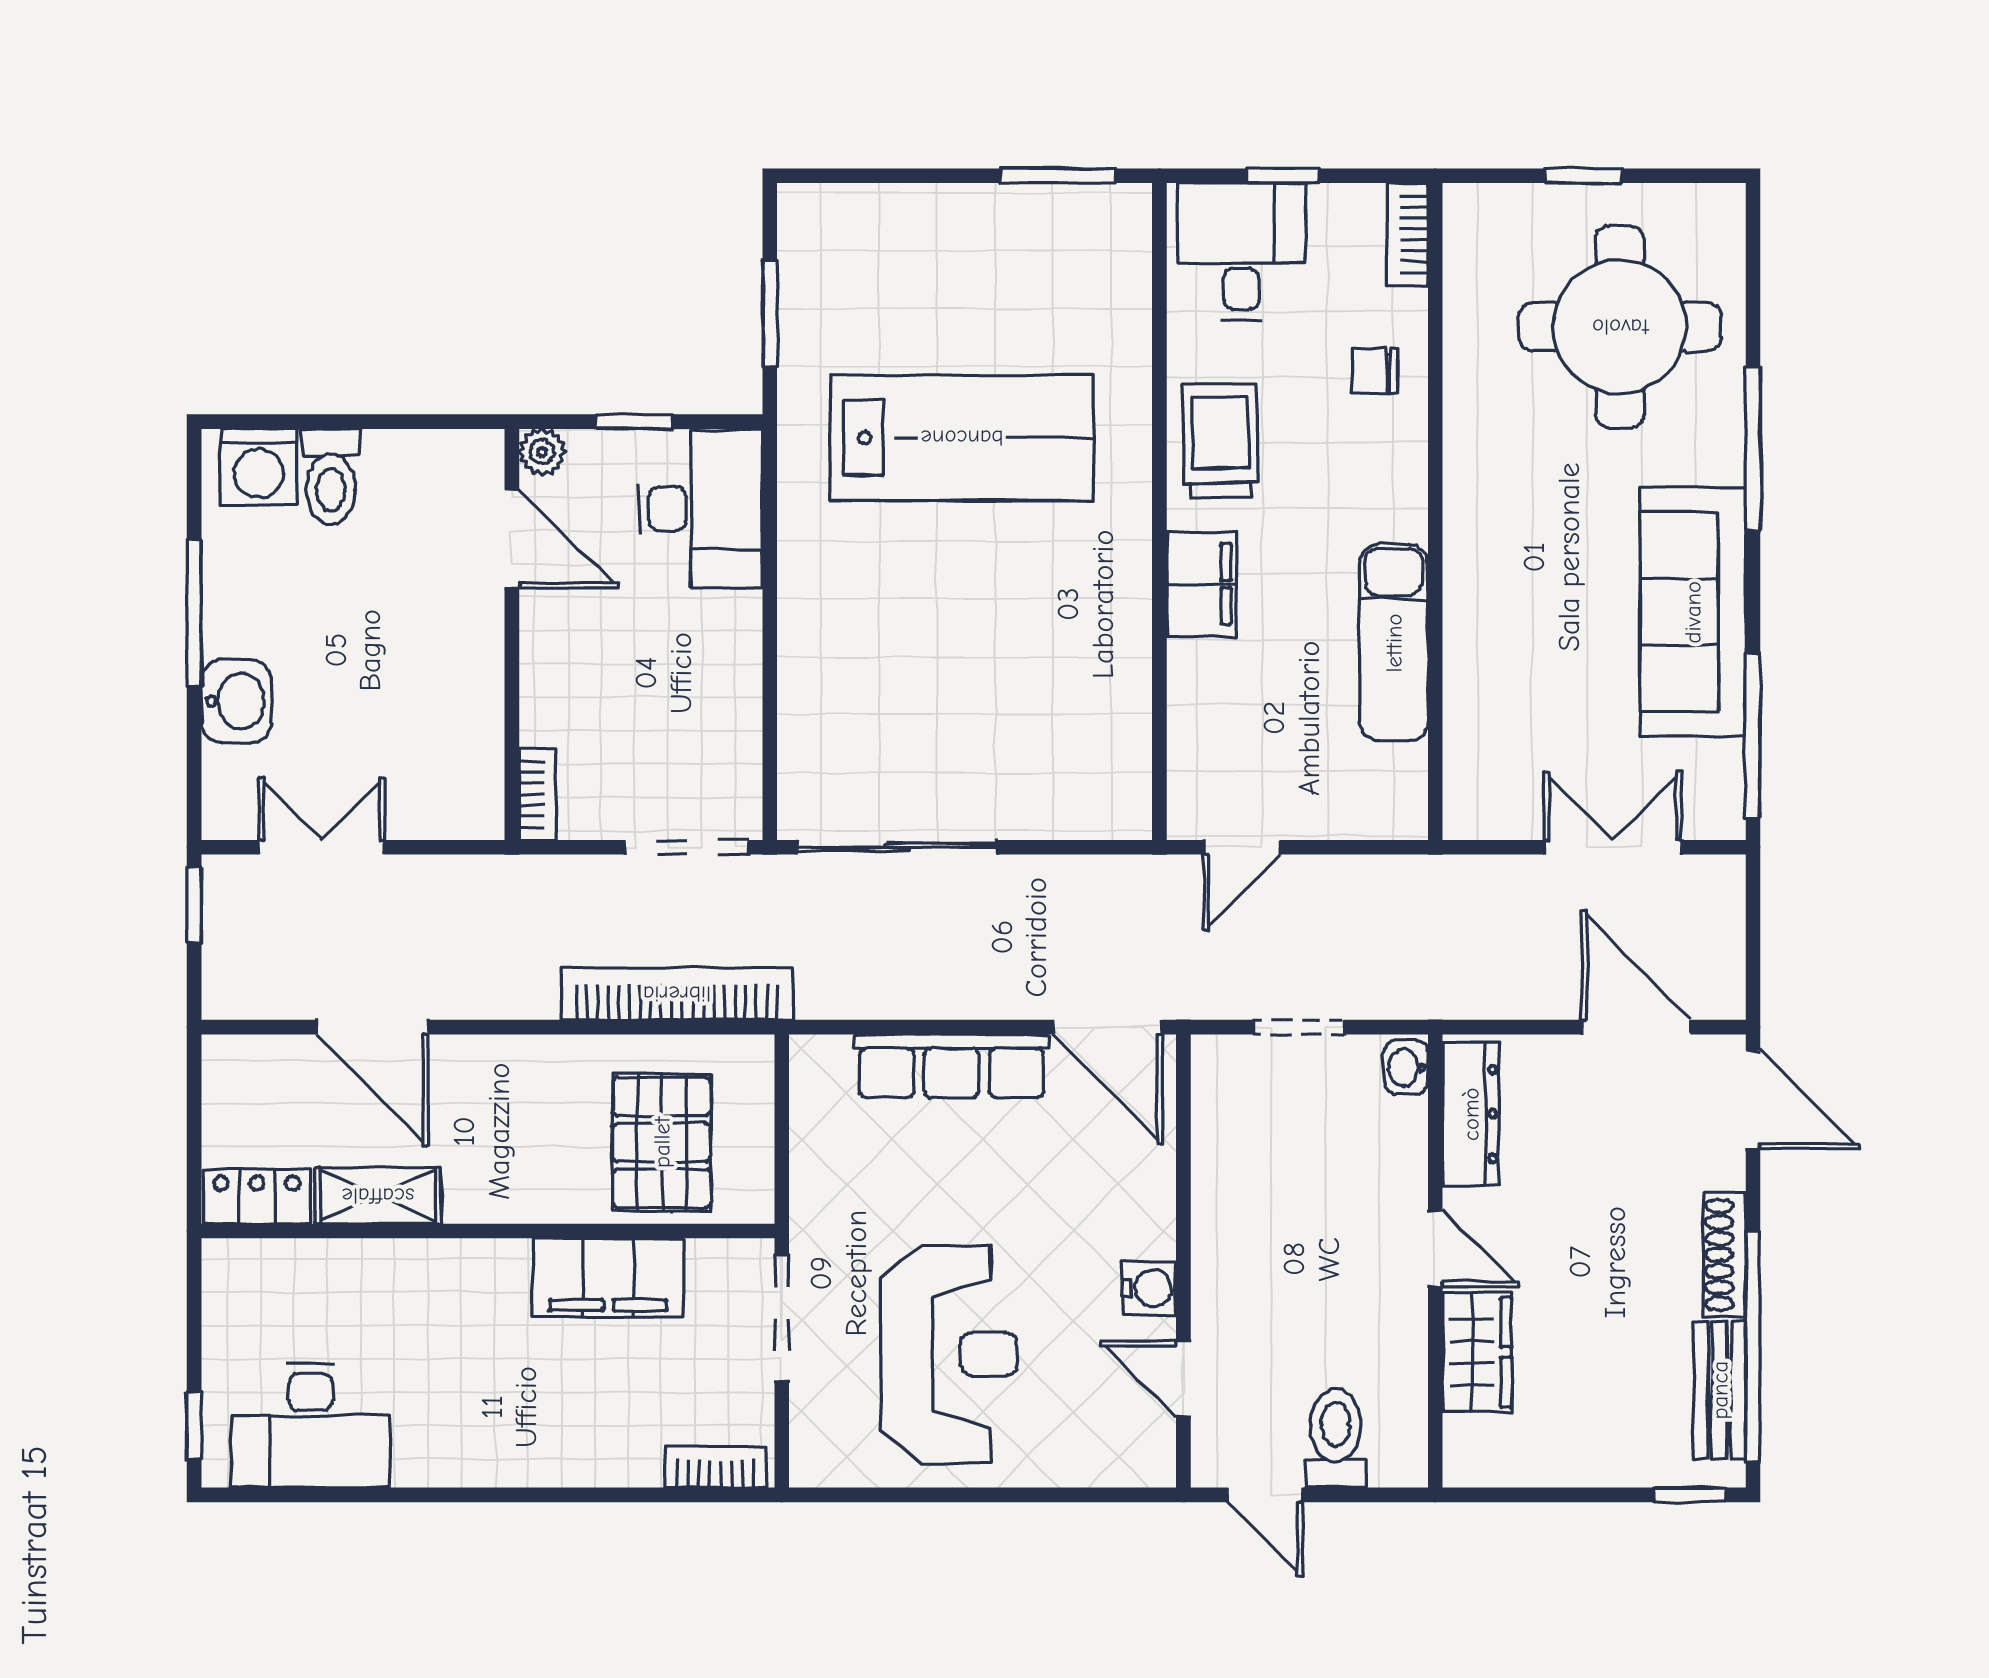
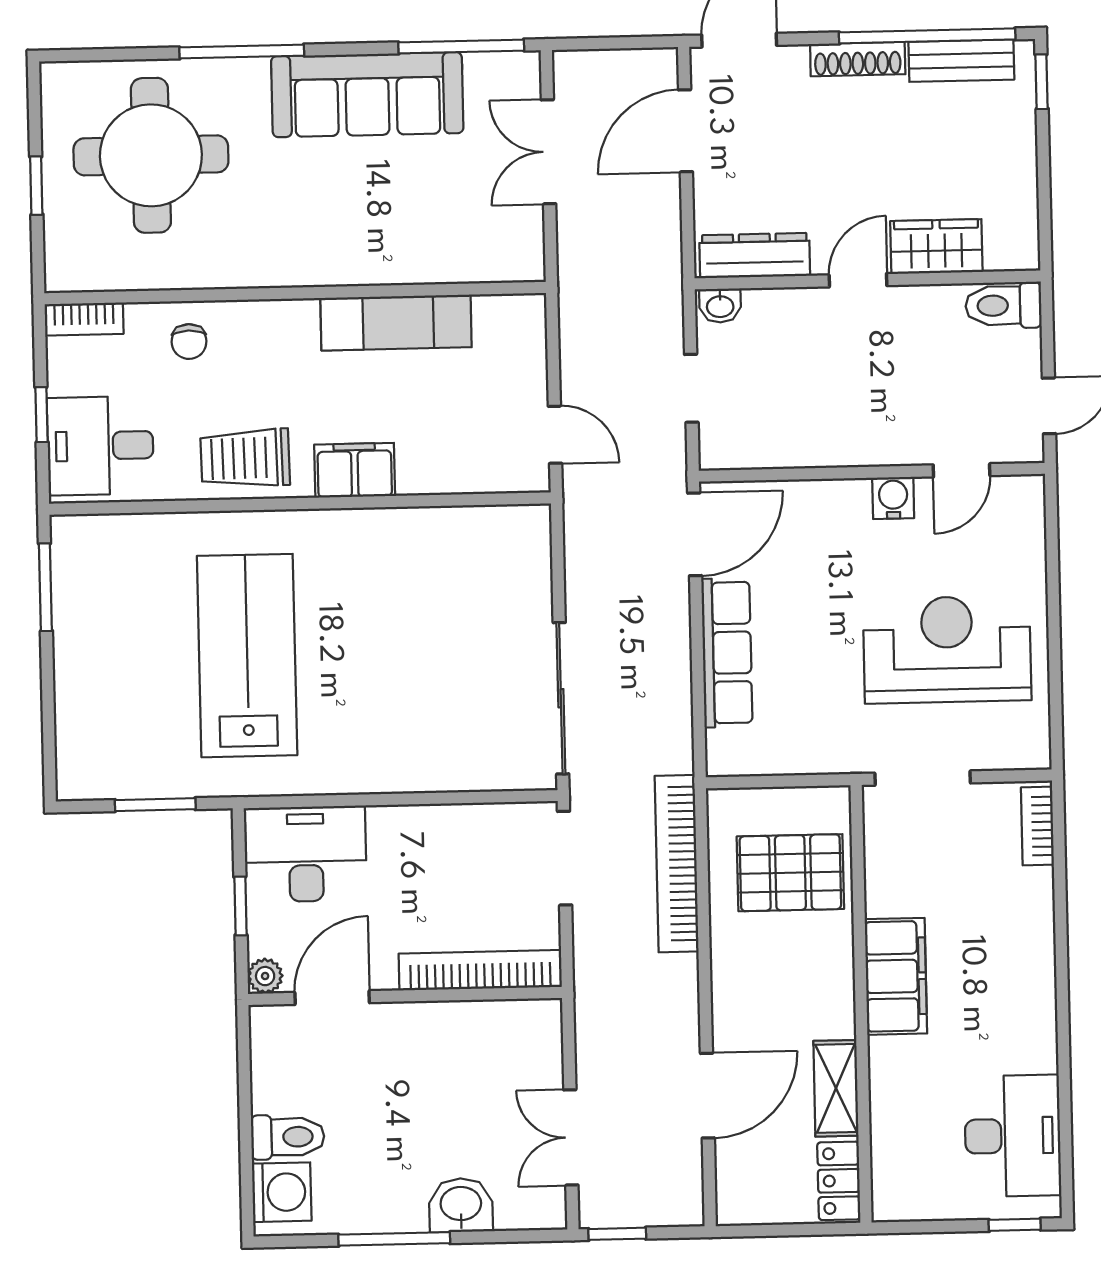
bookcase: (538, 794) -> (480, 970), width x2.31, depth x1.31
filing cabinet: (608, 1277) -> (896, 976), moved
toilet: (1336, 1438) -> (1003, 305), moved

